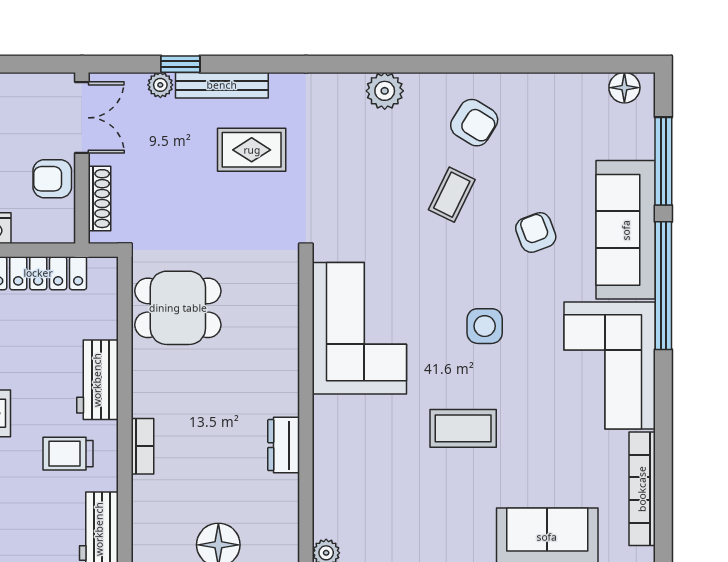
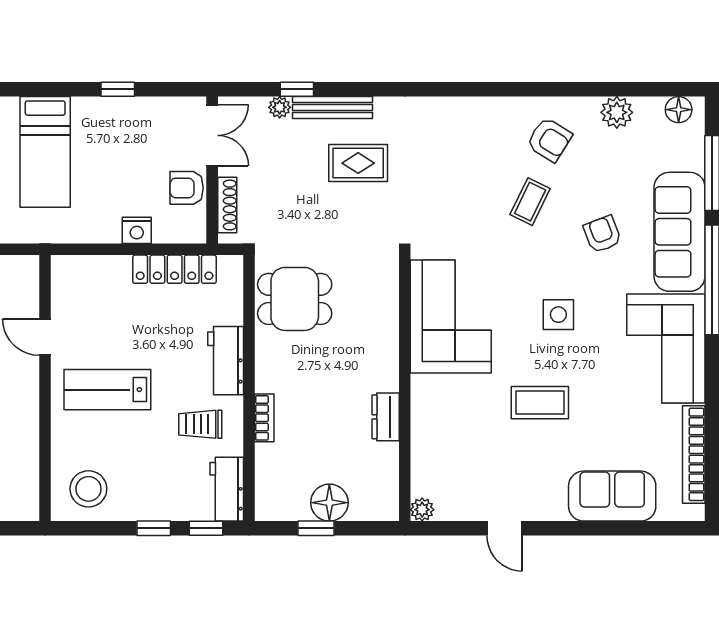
plant: (385, 91) -> (617, 112), moved

